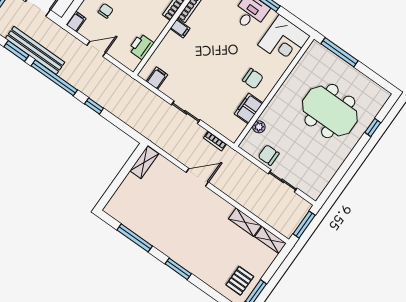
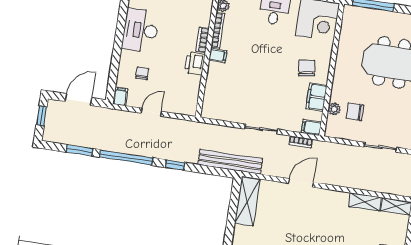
printer: (141, 46) -> (195, 63), moved
bench: (35, 50) -> (230, 162), moved
filing cabinet: (157, 78) -> (311, 127), moved, turned -90
chair: (253, 79) -> (307, 68), turned -98
chair: (269, 155) -> (355, 112), moved
shelving: (144, 162) -> (247, 201), width x1.50, depth x1.33

